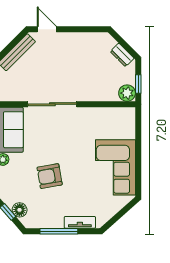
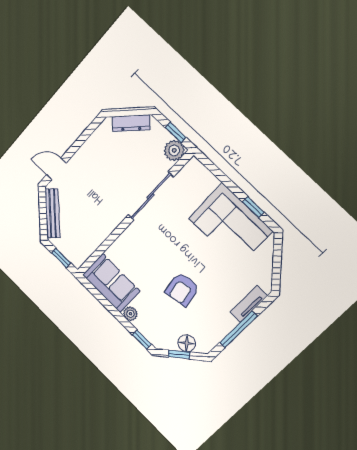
dresser: (122, 55) -> (131, 123), width x1.44
sliding door: (52, 104) -> (151, 196), moved
window: (138, 171) -> (253, 207), added

